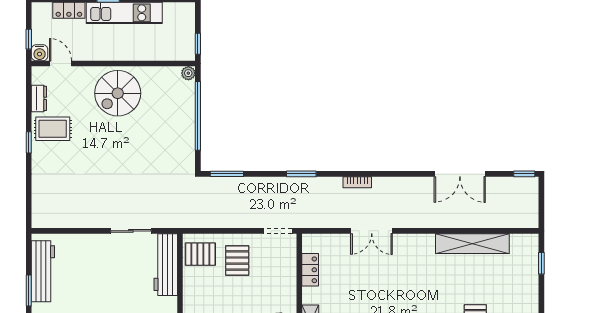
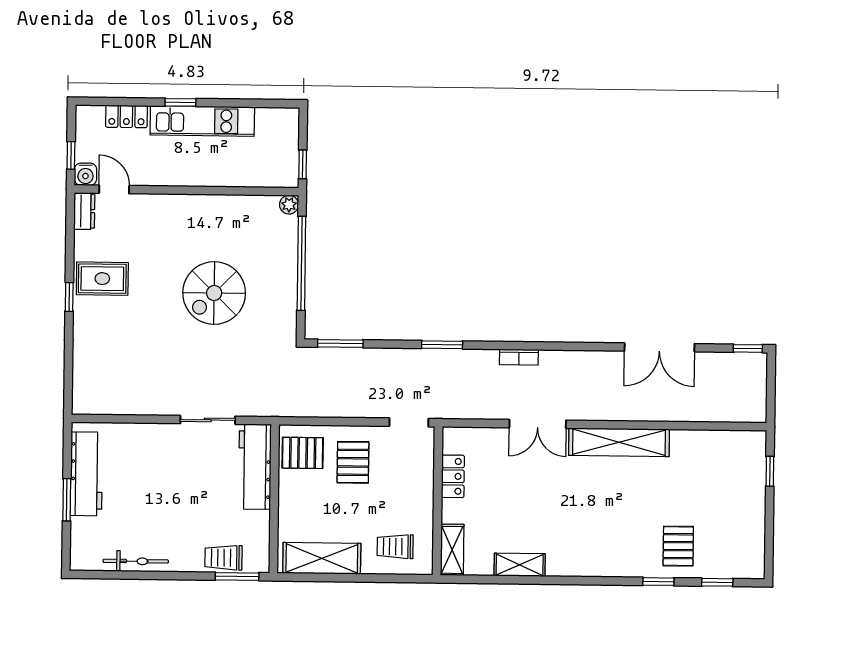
spiral stairs: (118, 93) -> (214, 293), moved
dresser: (39, 98) -> (84, 211), moved
shelving: (472, 244) -> (619, 442), moved

